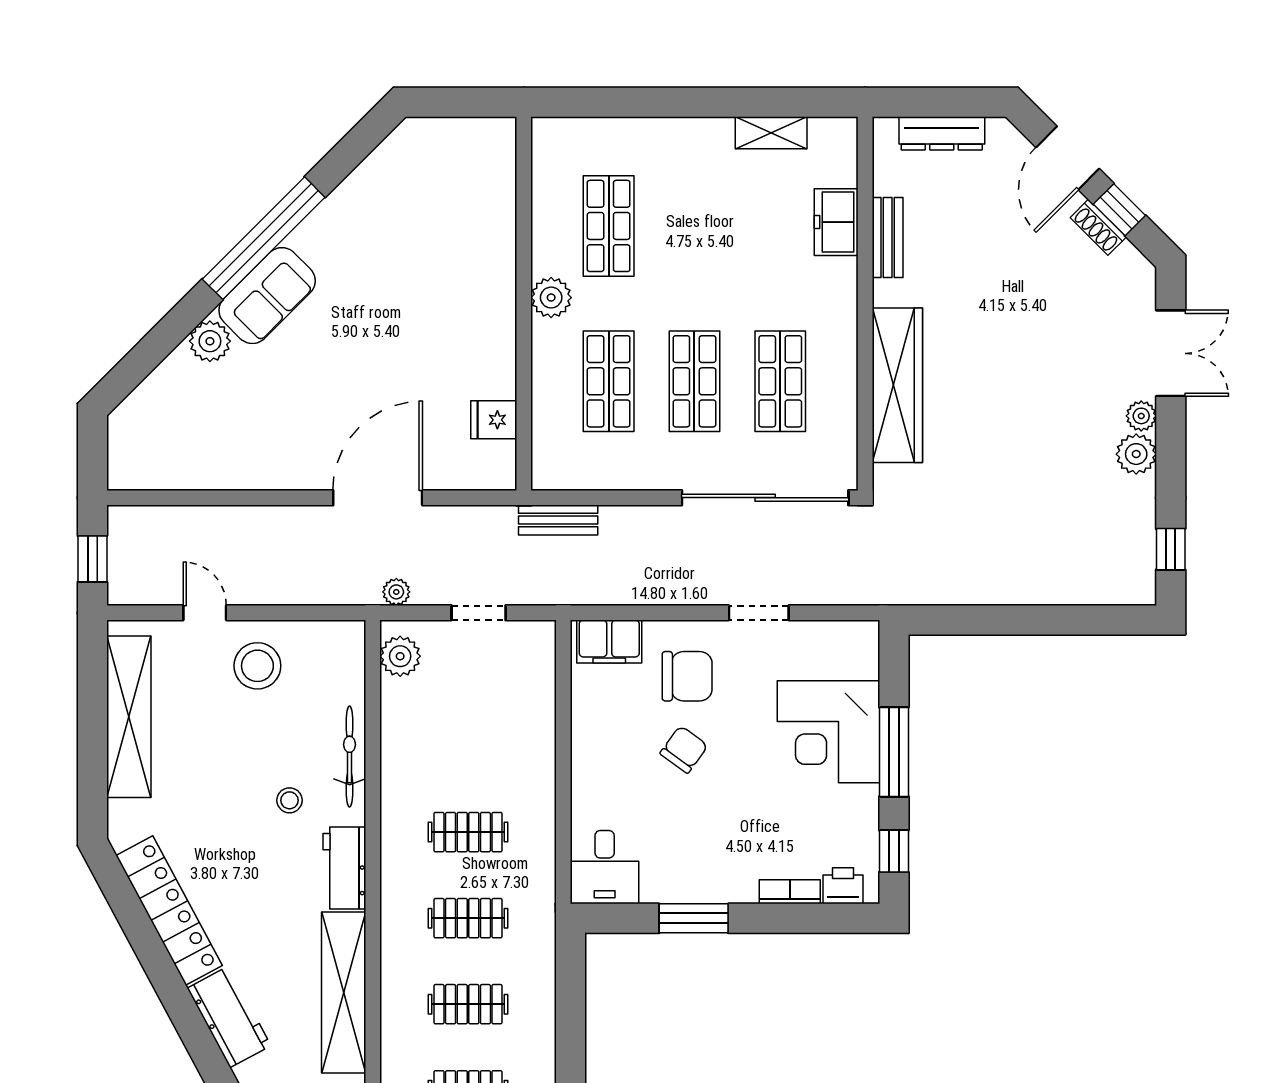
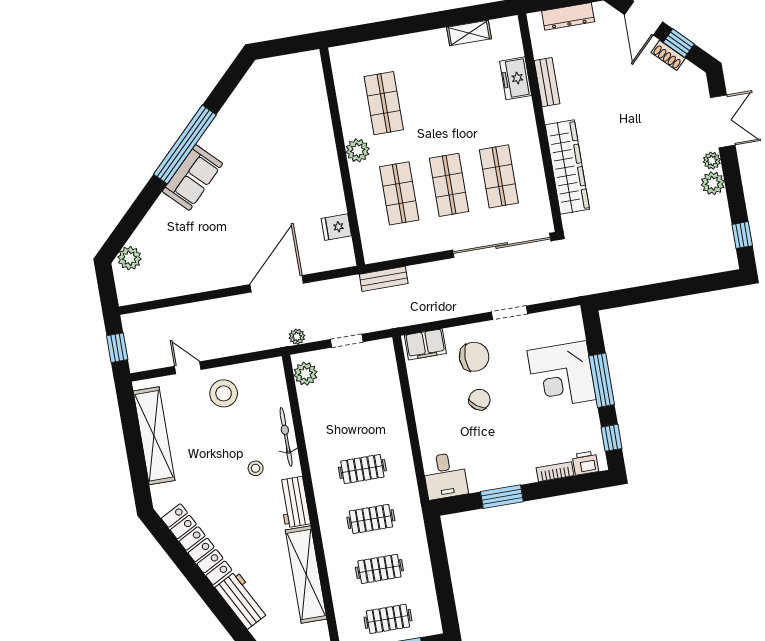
plant: (210, 341) -> (129, 258), moved

